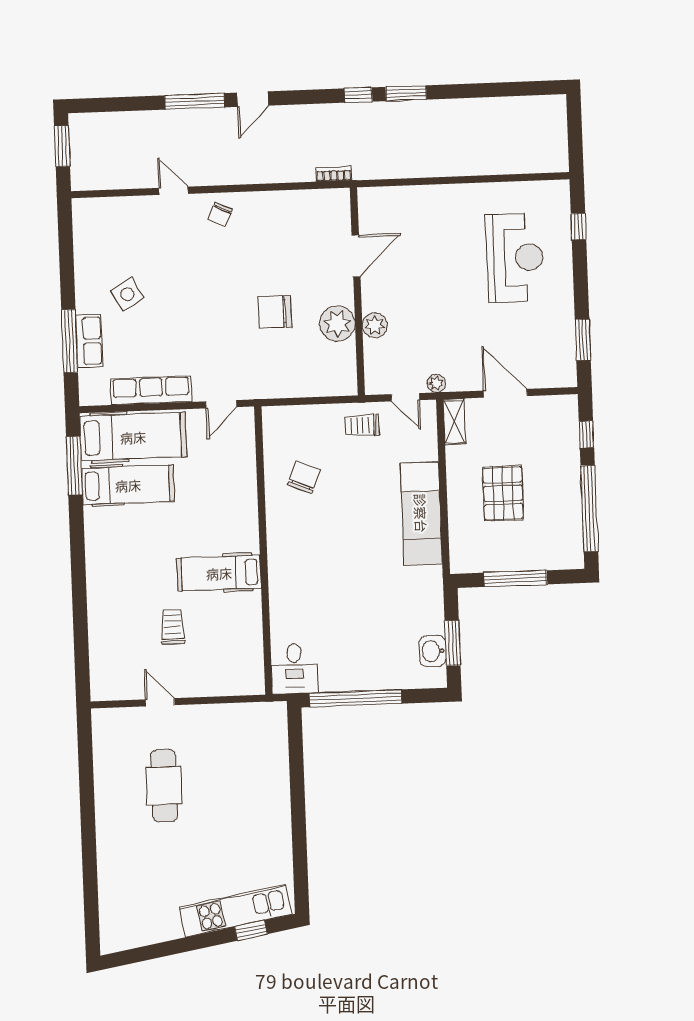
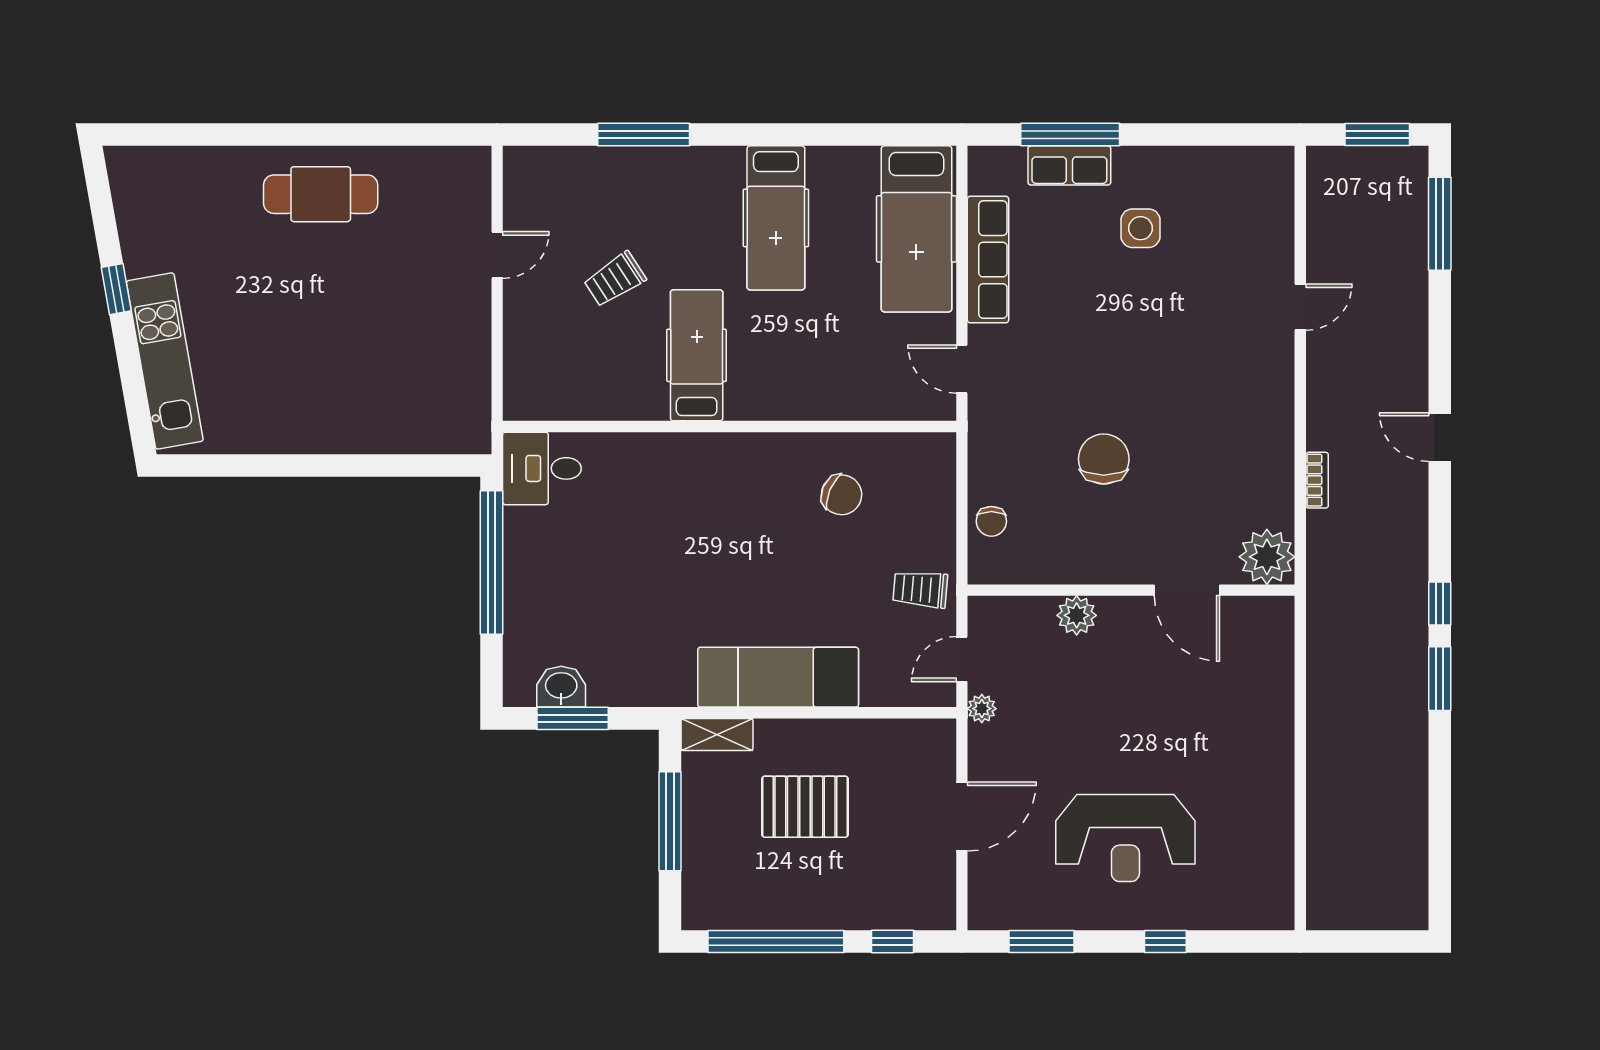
window: (195, 101) -> (1440, 224), moved
bookcase: (334, 174) -> (1317, 480), moved
chair: (220, 214) -> (991, 521), moved, turned -115
window: (578, 227) -> (1165, 941), moved
reception desk: (515, 258) -> (1125, 838), moved
side table: (127, 294) -> (1141, 228), turned 30
plant: (337, 324) -> (1267, 557), moved
shelving: (454, 422) -> (717, 735), moved
trolley: (362, 425) -> (920, 589), turned -85
window: (74, 466) -> (644, 135), moved
hospital bed: (128, 485) -> (776, 218), moved
trolley: (173, 627) -> (615, 279), turned 147
cafe table: (164, 786) -> (321, 194), moved
window: (251, 930) -> (116, 289), moved

